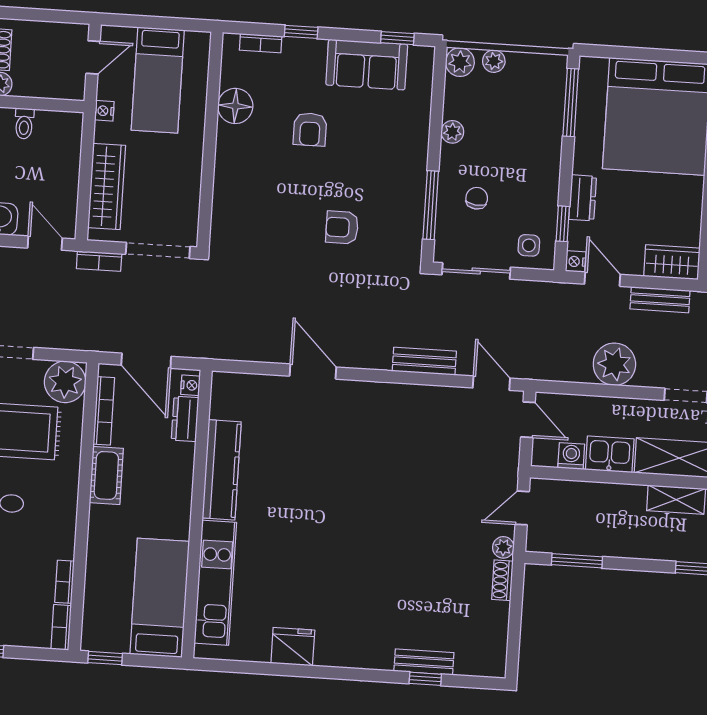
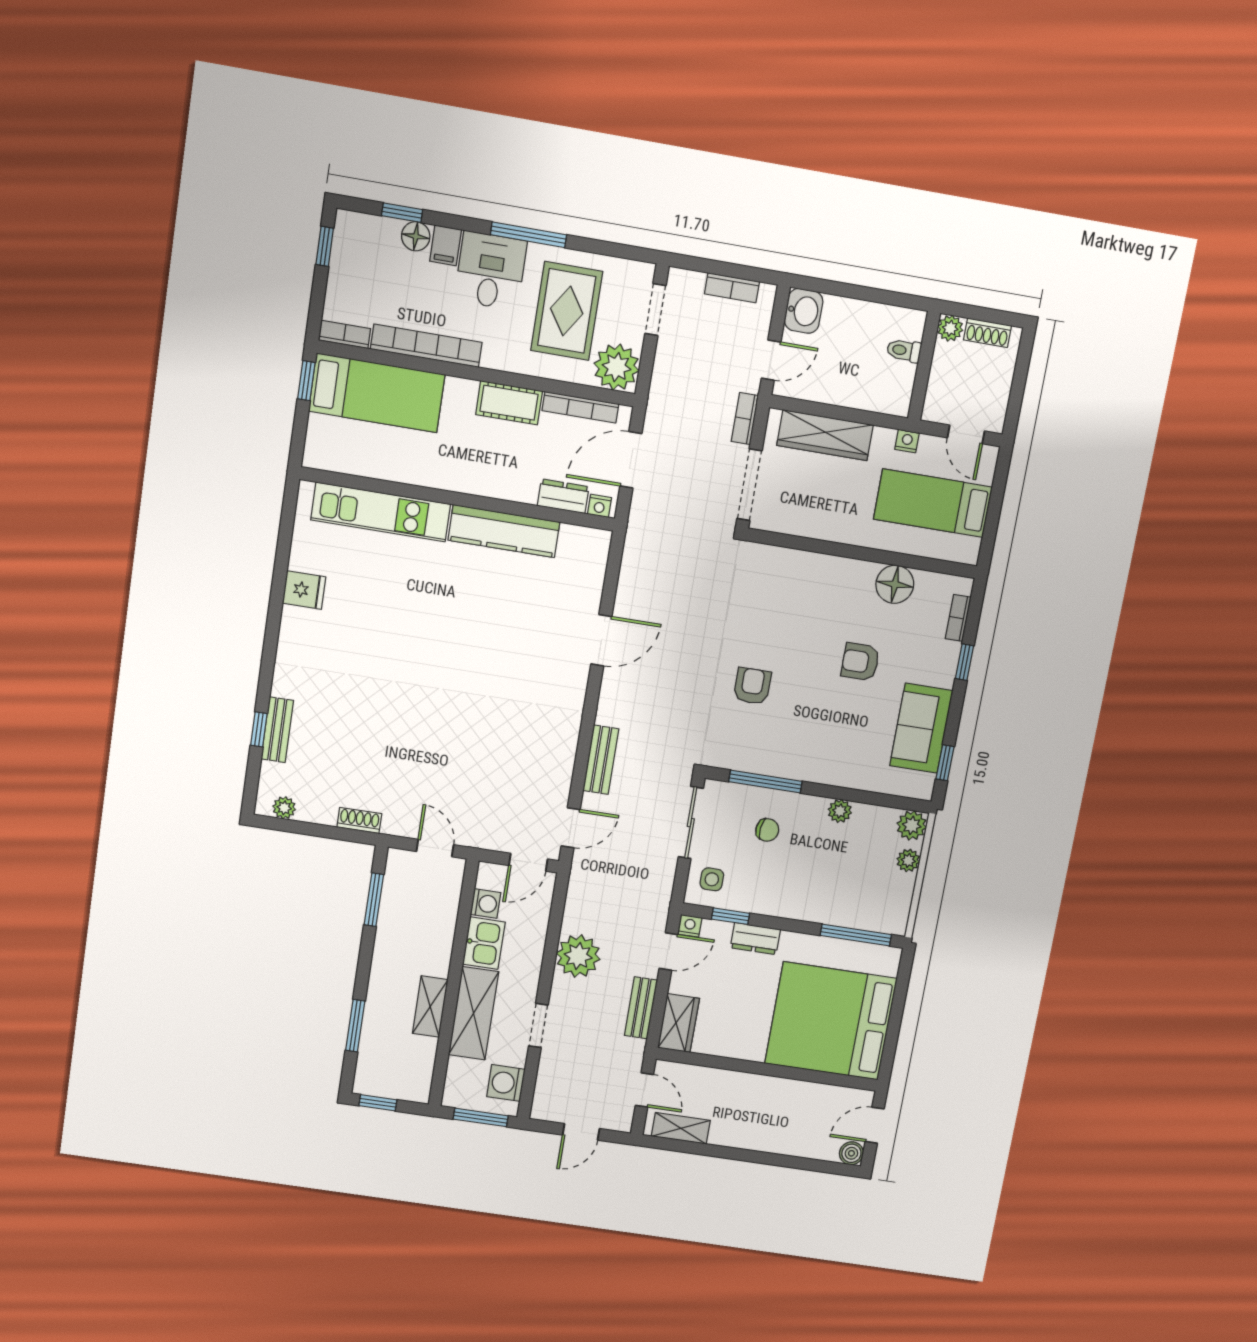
plant: (503, 547) -> (284, 808), moved
bookcase: (65, 582) -> (426, 346), width x2.31, depth x1.31
bed: (160, 598) -> (377, 393), moved
fridge: (293, 647) -> (304, 590), width x0.72

